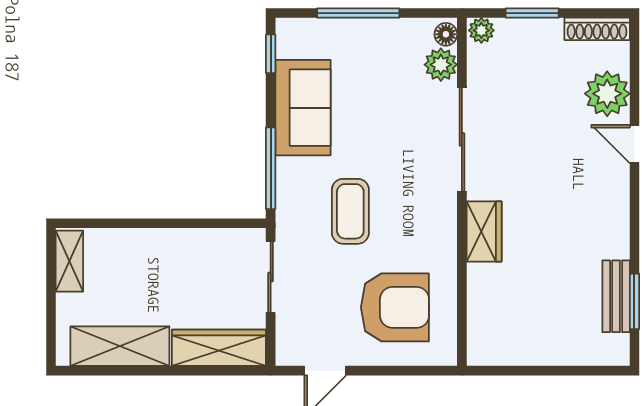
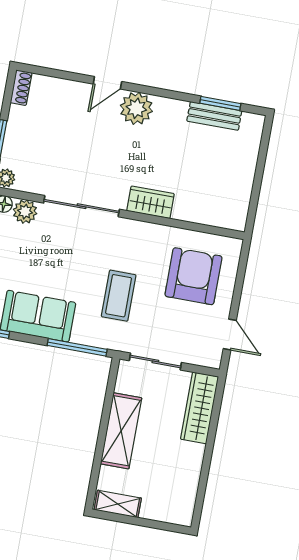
shoe rack: (597, 29) -> (21, 88), width x0.70
plant: (607, 94) -> (136, 108), moved
coffee table: (350, 211) -> (119, 296), turned 90
shelving: (120, 346) -> (121, 431), moved

